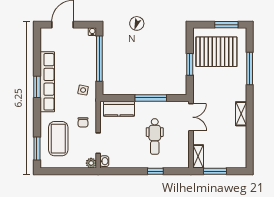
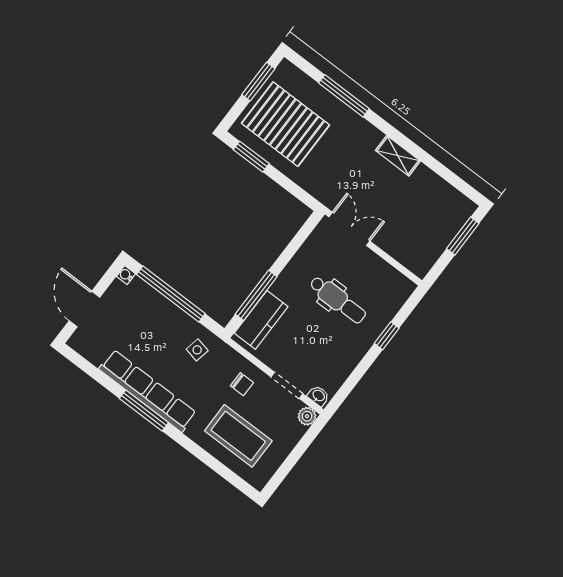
pallet: (216, 52) -> (286, 124), turned 90
window: (190, 64) -> (251, 157), moved
window: (37, 87) -> (144, 410), width x1.44
window: (151, 98) -> (256, 295), moved
window: (37, 149) -> (229, 476), removed
shelving: (198, 156) -> (411, 261), removed
window: (215, 171) -> (463, 236), moved

